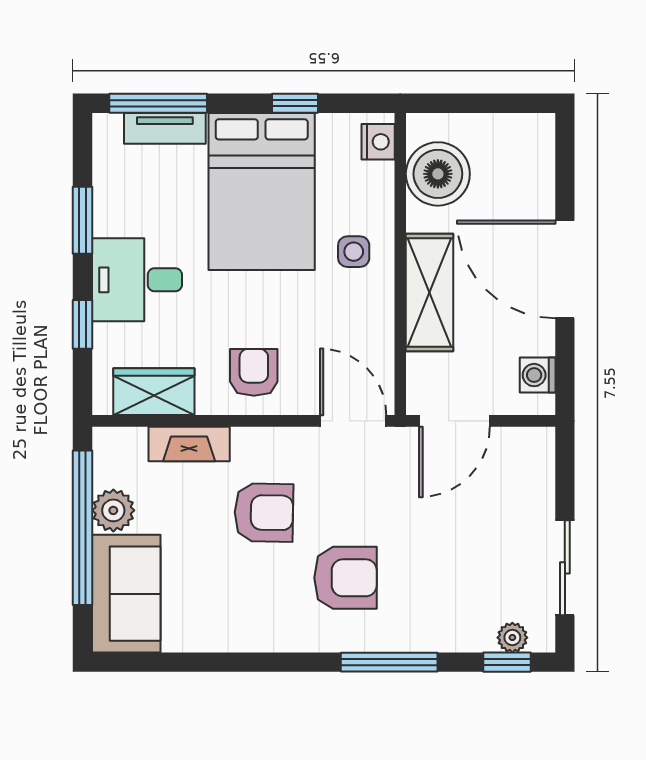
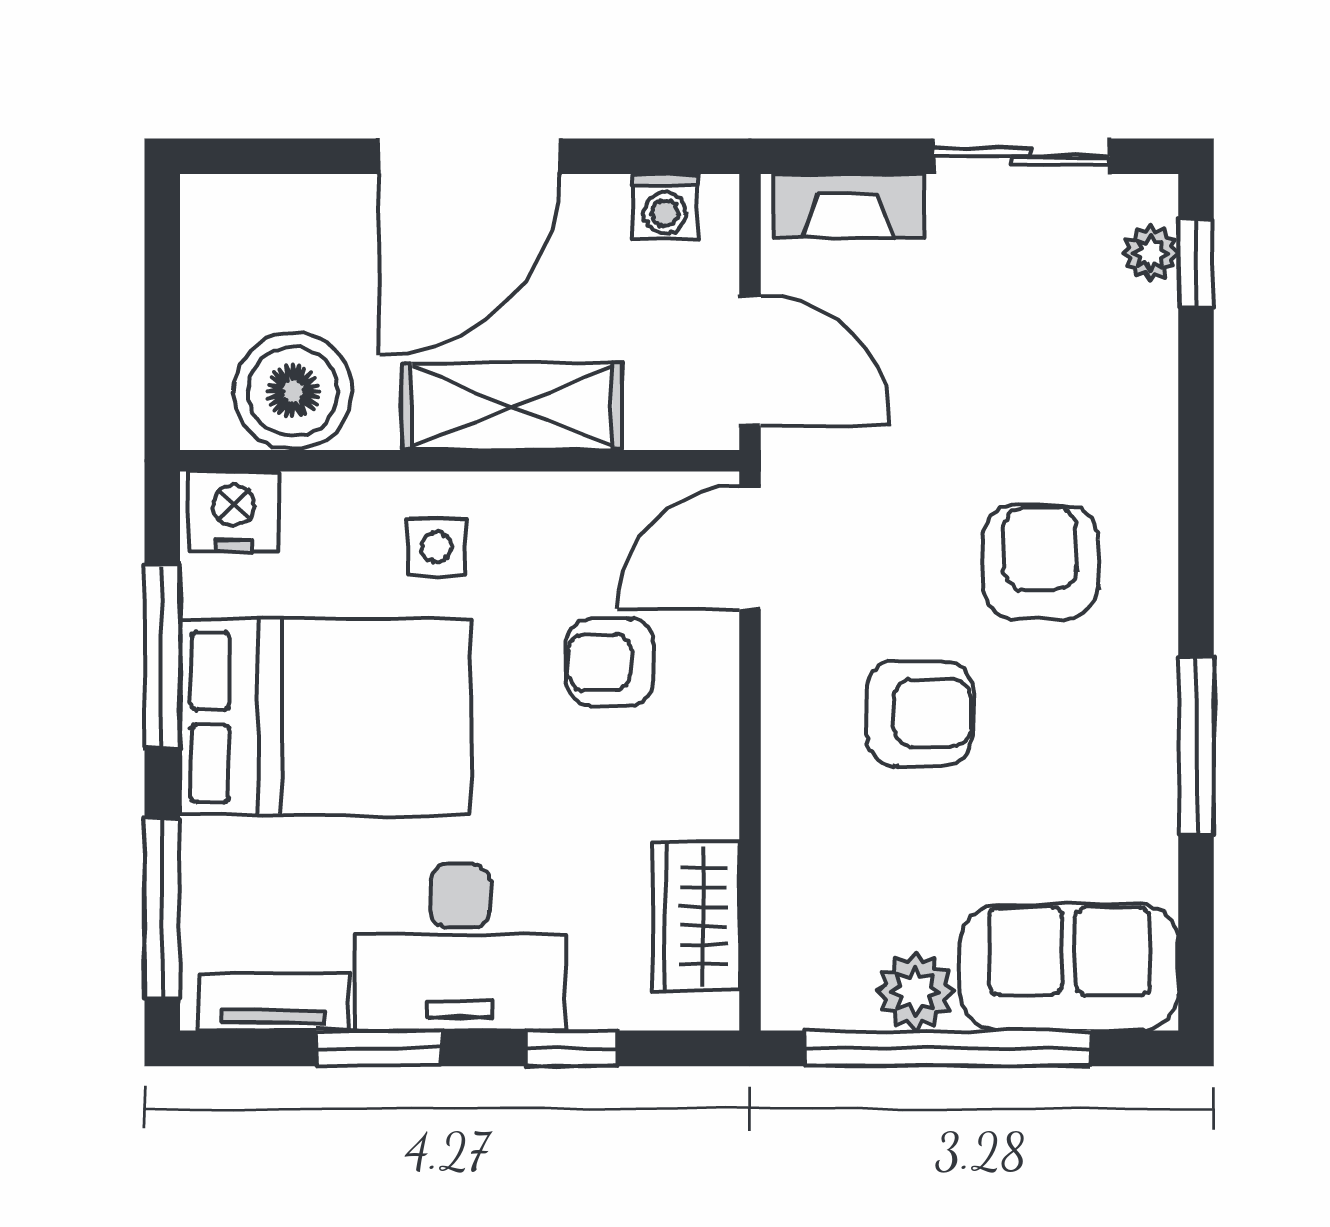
window: (295, 103) -> (162, 655), width x2.17
tv unit: (165, 128) -> (273, 1002), moved, turned -90
nightstand: (378, 142) -> (233, 512), width x1.36, depth x1.33
desk: (137, 280) -> (460, 948), width x1.37
armchair: (254, 372) -> (610, 662), moved
fireplace: (189, 444) -> (848, 206), moved, turned 90
armchair: (264, 513) -> (919, 713), turned 89
window: (389, 662) -> (1196, 746), moved

